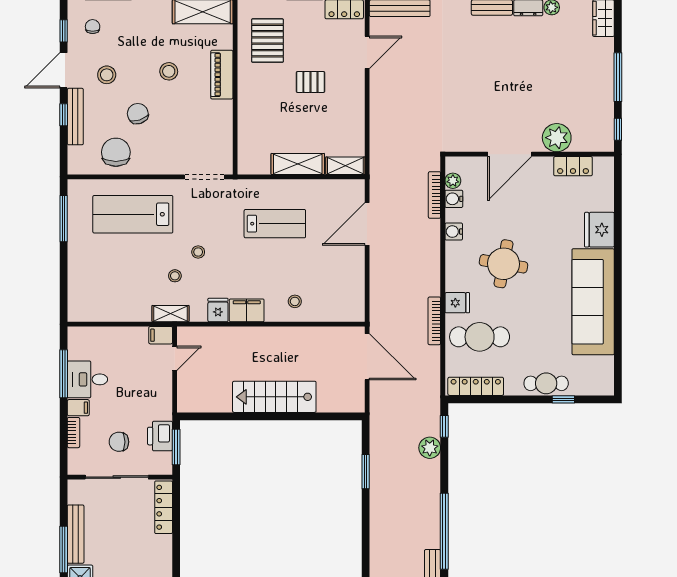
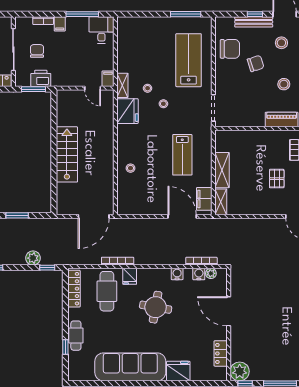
plant: (557, 138) -> (240, 371), moved
fridge: (218, 310) -> (127, 111), width x1.88, depth x1.34
filing cabinet: (247, 310) -> (204, 199), moved, turned 180
desk: (87, 379) -> (101, 30), moved

